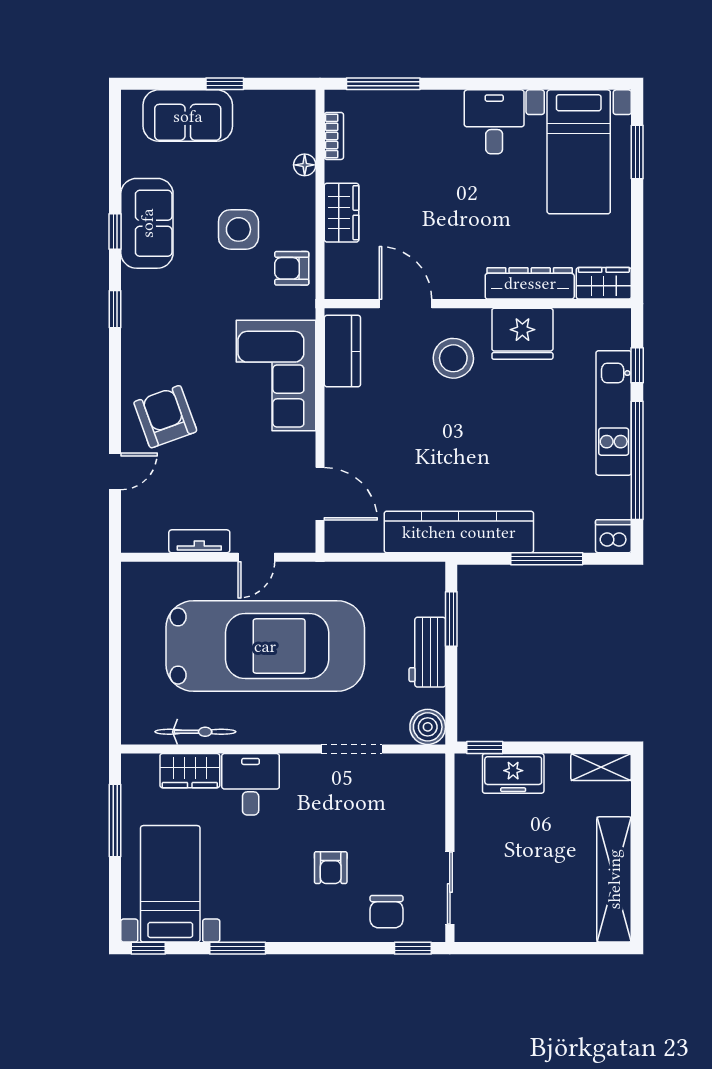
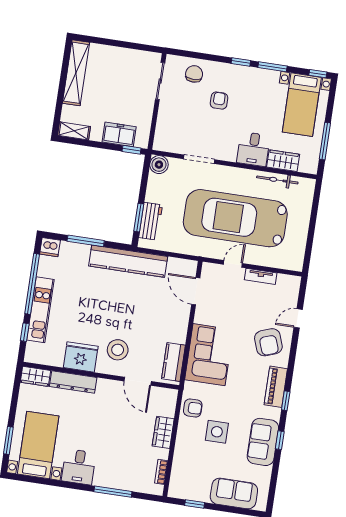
window: (225, 84) -> (195, 504), moved
window: (383, 84) -> (113, 492), moved
floor lamp: (305, 165) -> (178, 459), removed
piano: (138, 333) -> (276, 387), added
workbench: (427, 652) -> (151, 221), moved
window: (413, 948) -> (241, 62), moved

